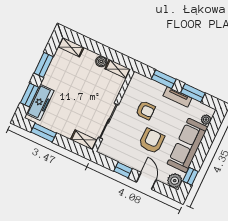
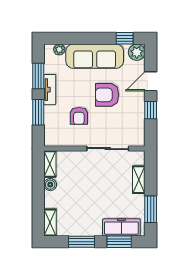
armchair: (145, 110) -> (79, 116), turned 180
shelving: (84, 140) -> (139, 180), moved

